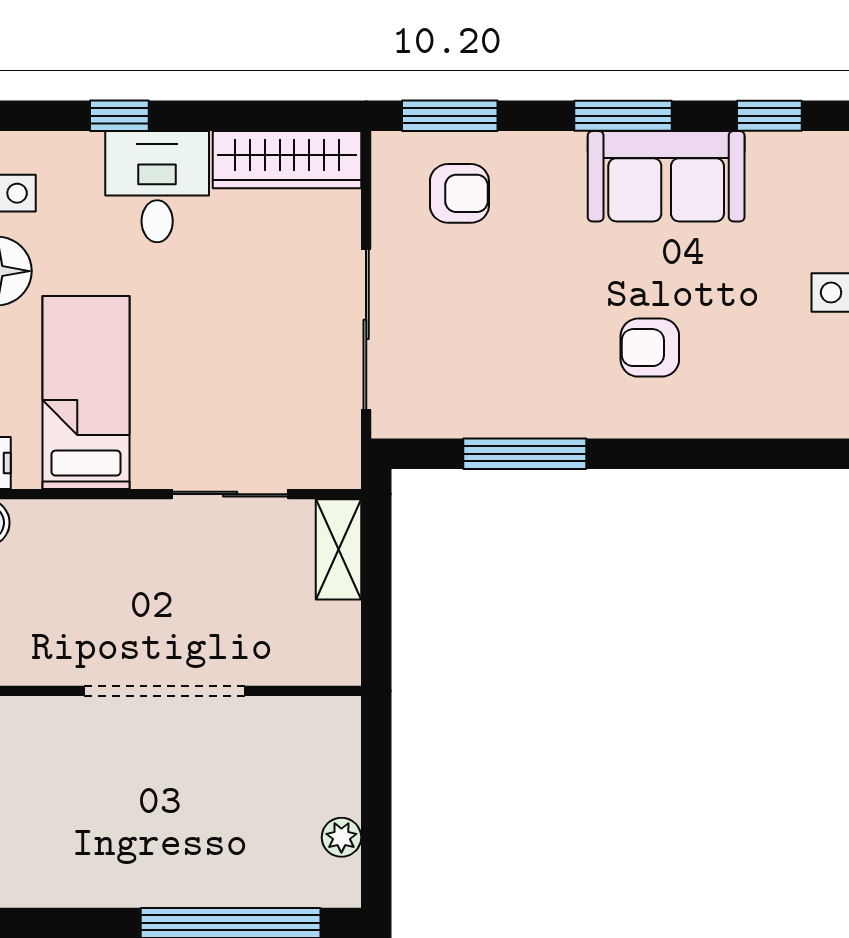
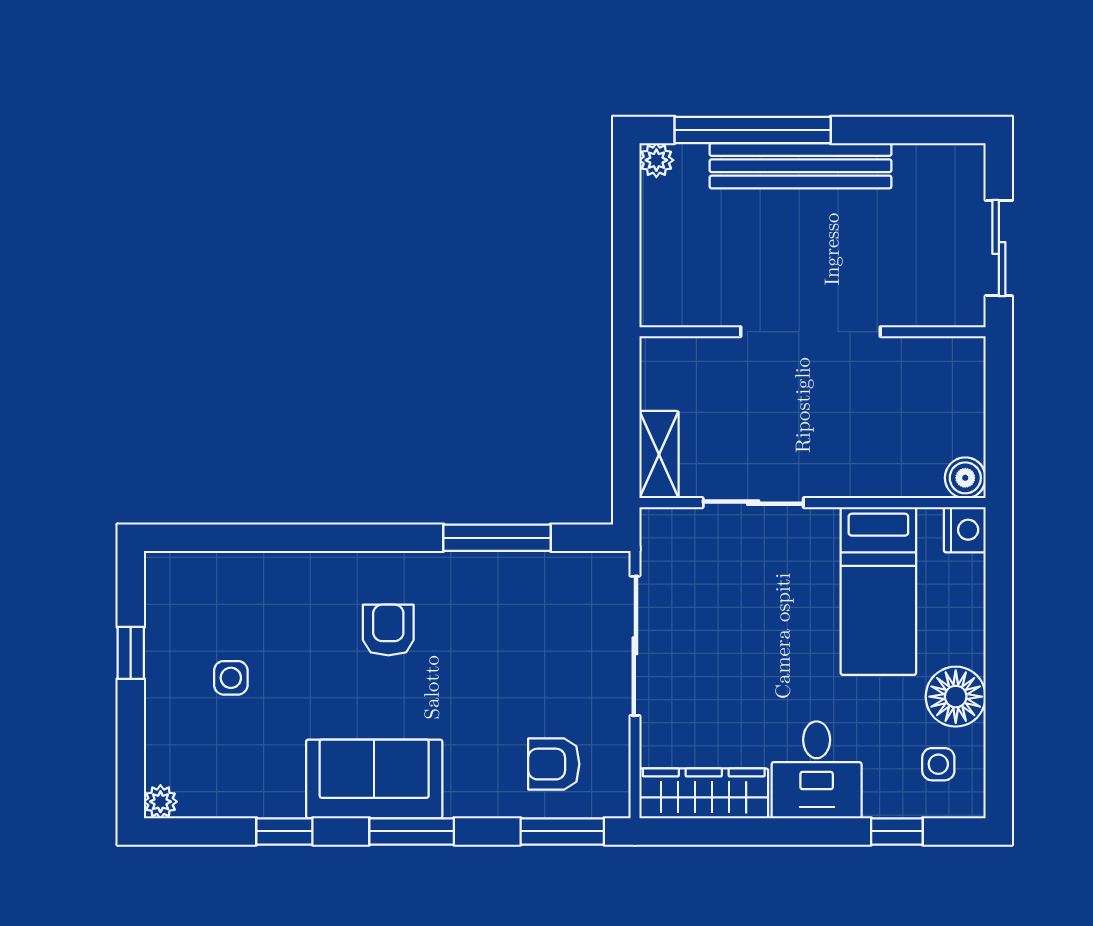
window: (119, 116) -> (897, 831), moved
armchair: (650, 348) -> (388, 630), turned -90
plant: (341, 837) -> (656, 160), moved
bench: (176, 882) -> (801, 166), added

